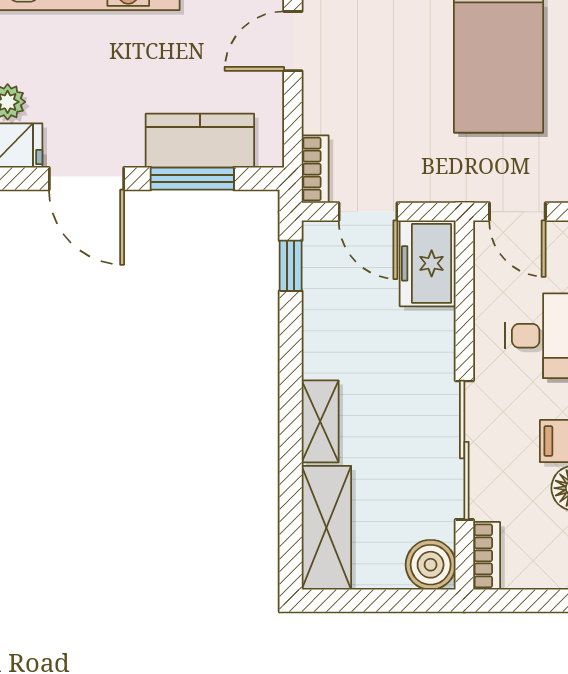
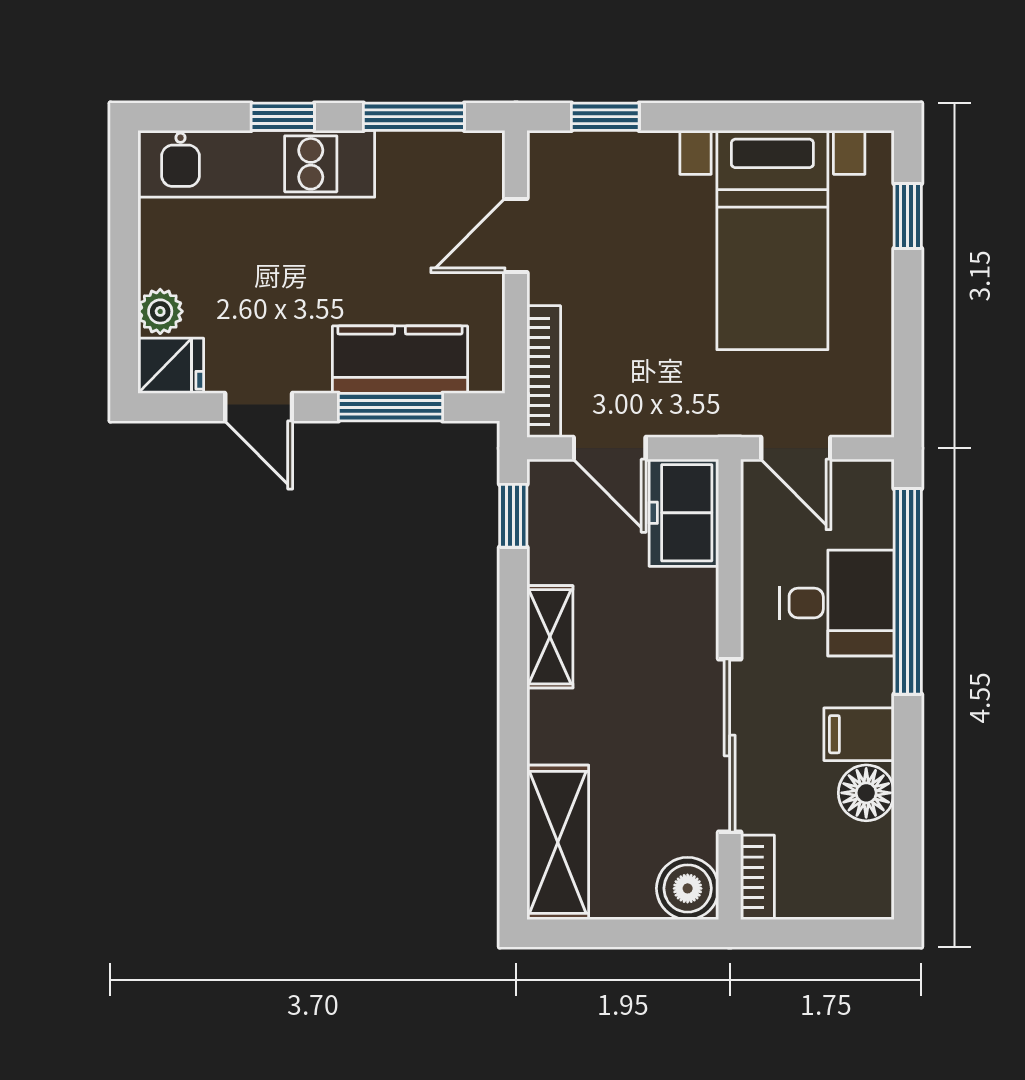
bookcase: (315, 169) -> (544, 371), width x1.56
door: (86, 179) -> (259, 407), width x0.73
shelving: (320, 421) -> (550, 637), moved

